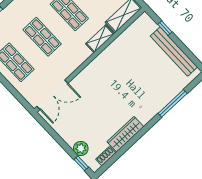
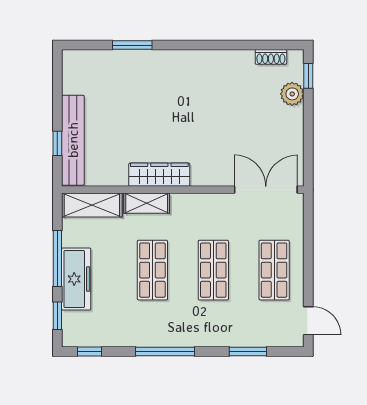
bench: (174, 52) -> (73, 140), moved
window: (173, 103) -> (132, 45), width x0.69
wardrobe: (125, 134) -> (159, 175), moved, turned 180

